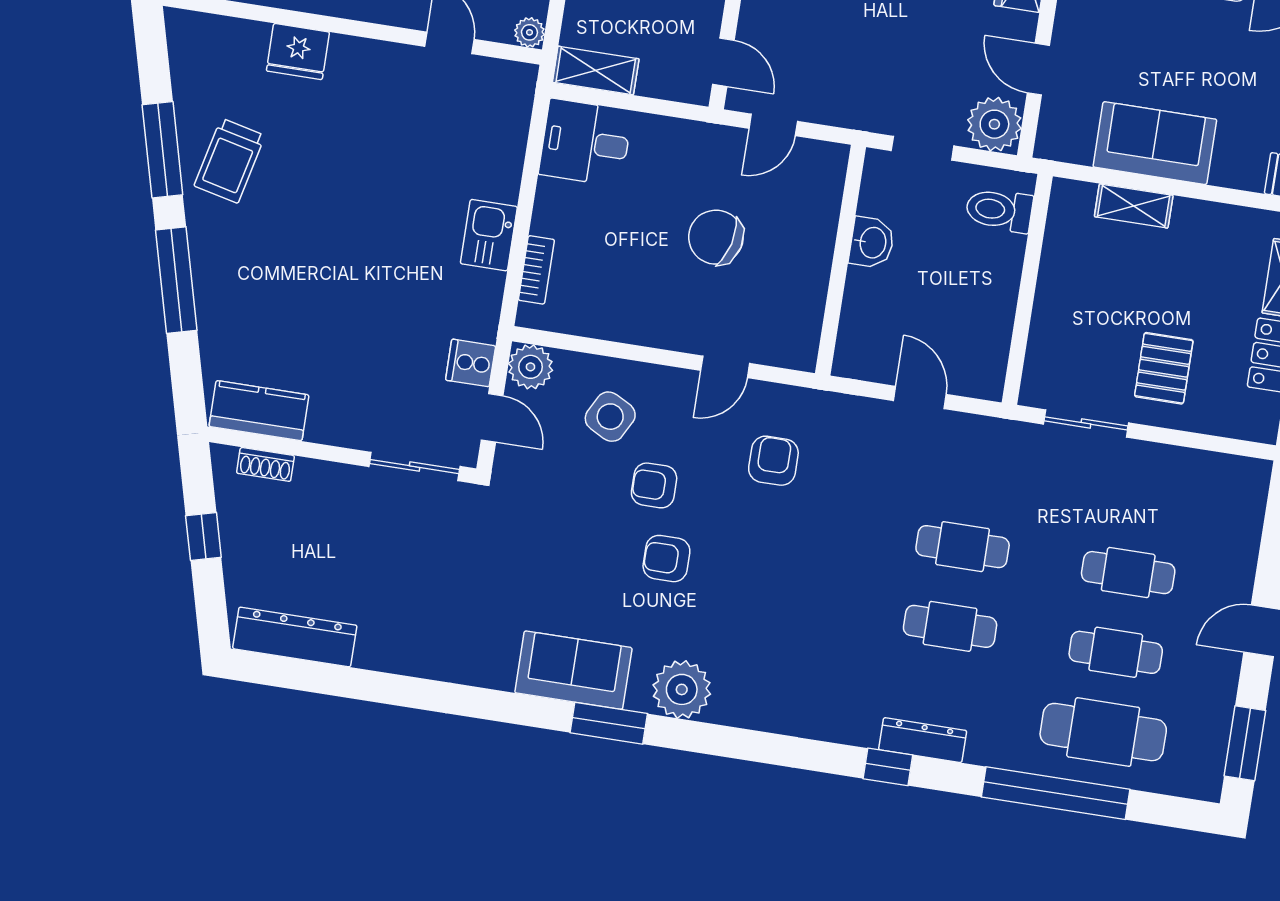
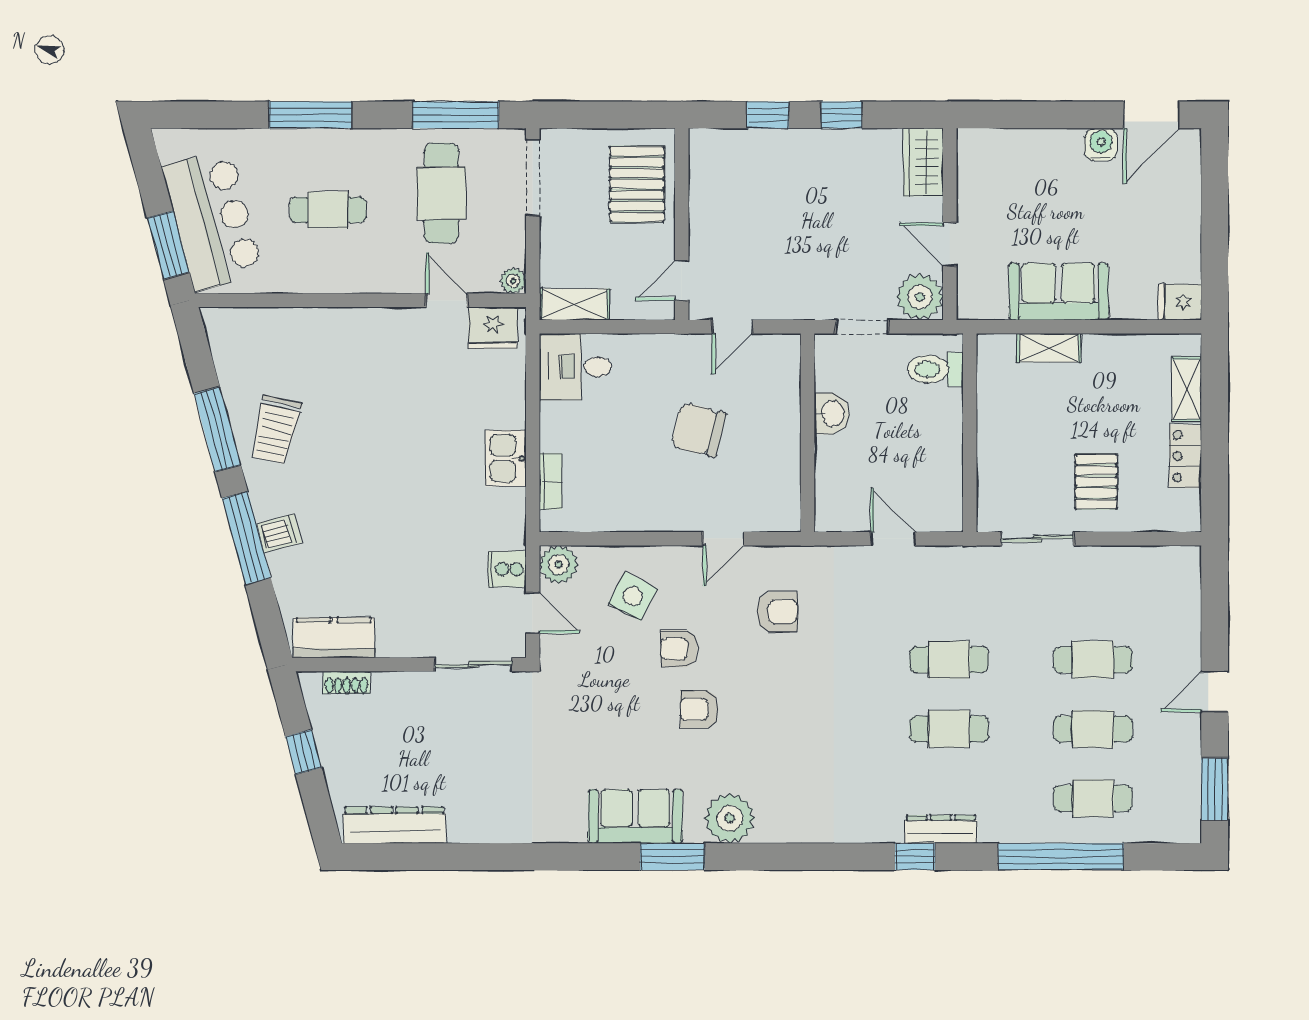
fridge: (298, 52) -> (493, 328), moved
door: (723, 62) -> (682, 280), swing flipped
dishwasher: (215, 281) -> (279, 533), added
armchair: (773, 461) -> (777, 612), turned 90
cafe table: (1103, 732) -> (1093, 798), width x0.73, depth x0.74

